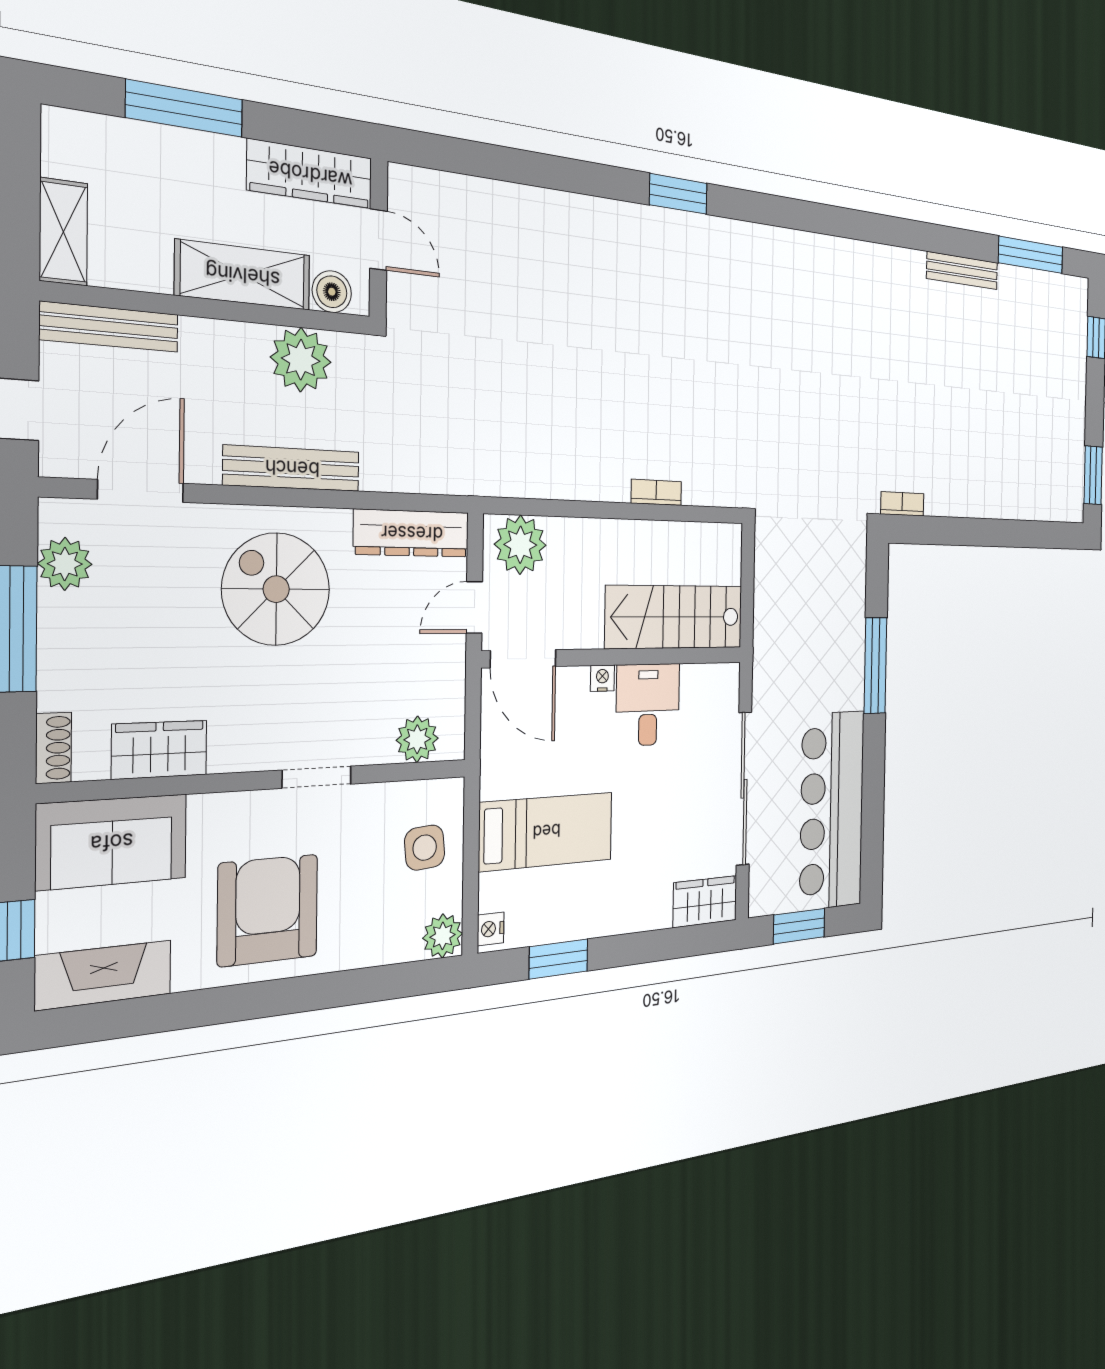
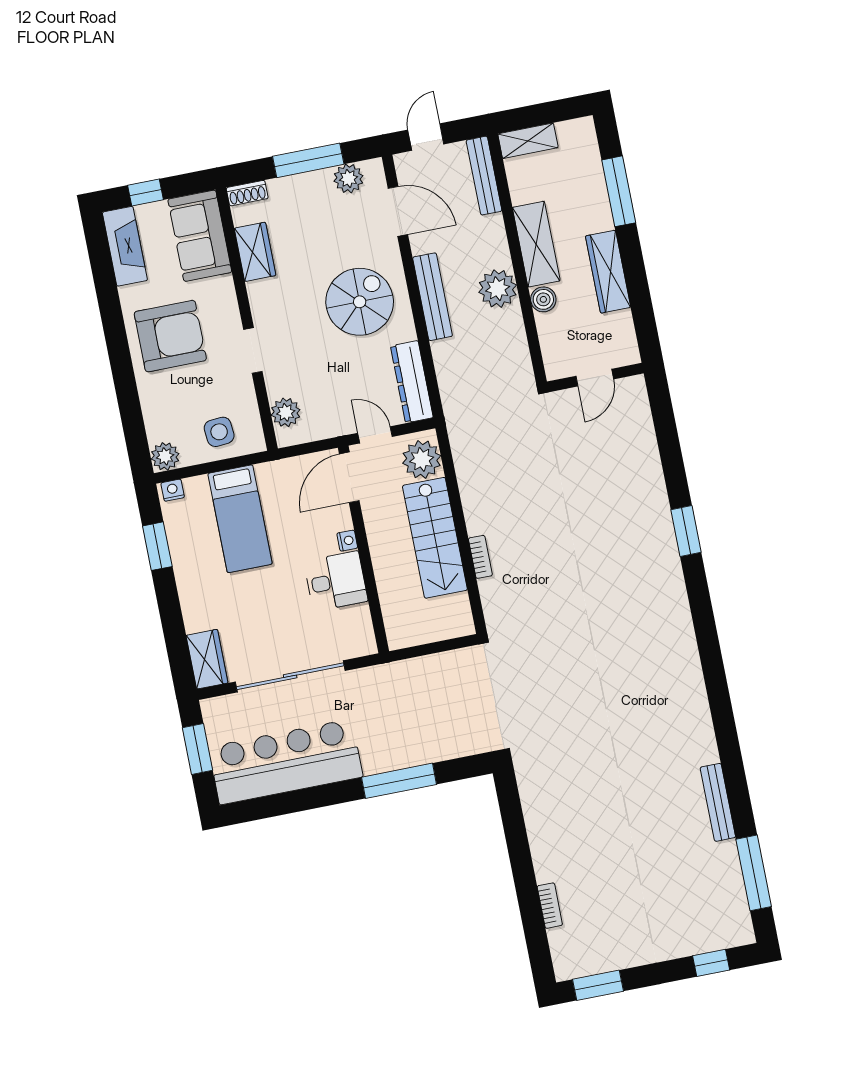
wall: (378, 239) -> (595, 377), moved
door: (378, 240) -> (595, 378), moved
bookcase: (902, 504) -> (550, 906), moved
stairs: (675, 617) -> (435, 538), moved, turned 180

